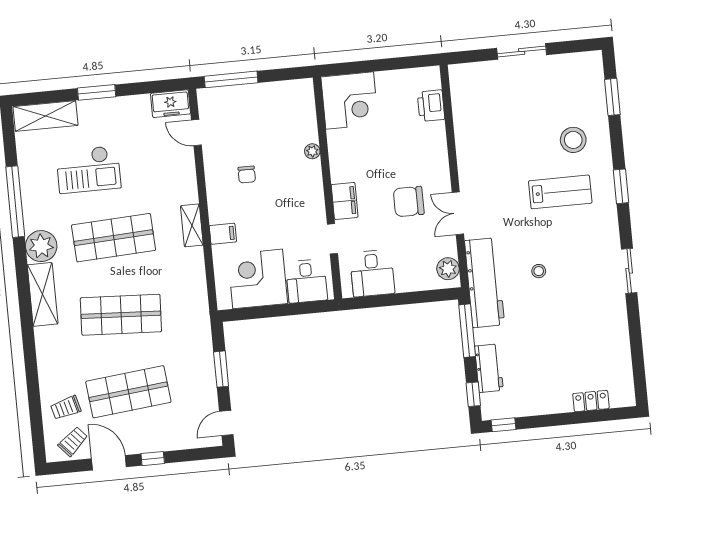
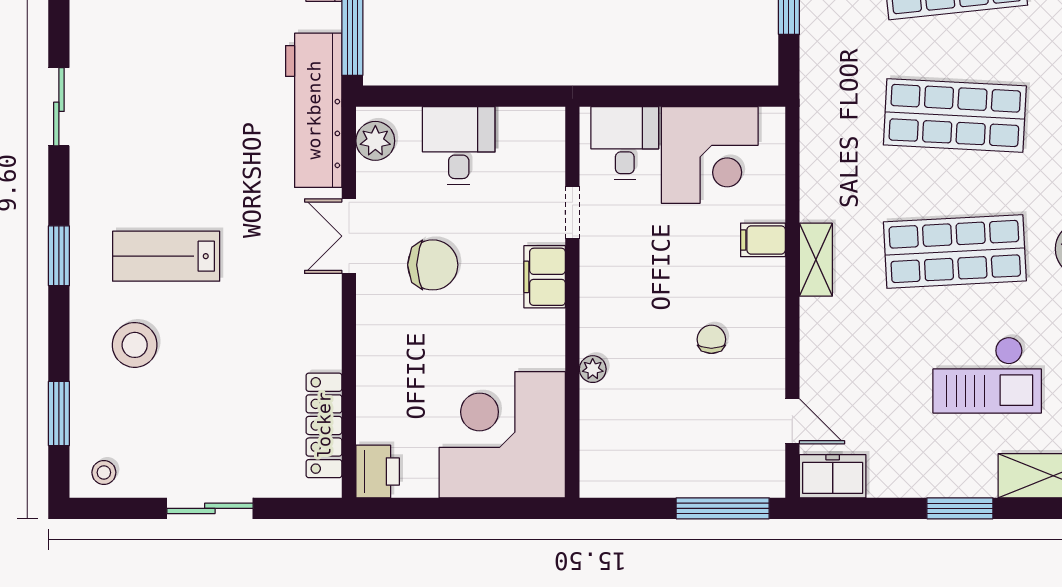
corner desk: (350, 101) -> (502, 435), width x1.36, depth x1.36
locker: (462, 105) -> (324, 425), added
printer: (431, 106) -> (378, 471), moved
checkout: (88, 169) -> (987, 375), turned 180
double door: (458, 213) -> (349, 236), swing flipped
stool: (539, 271) -> (104, 472), moved
desk: (372, 273) -> (459, 146), moved

